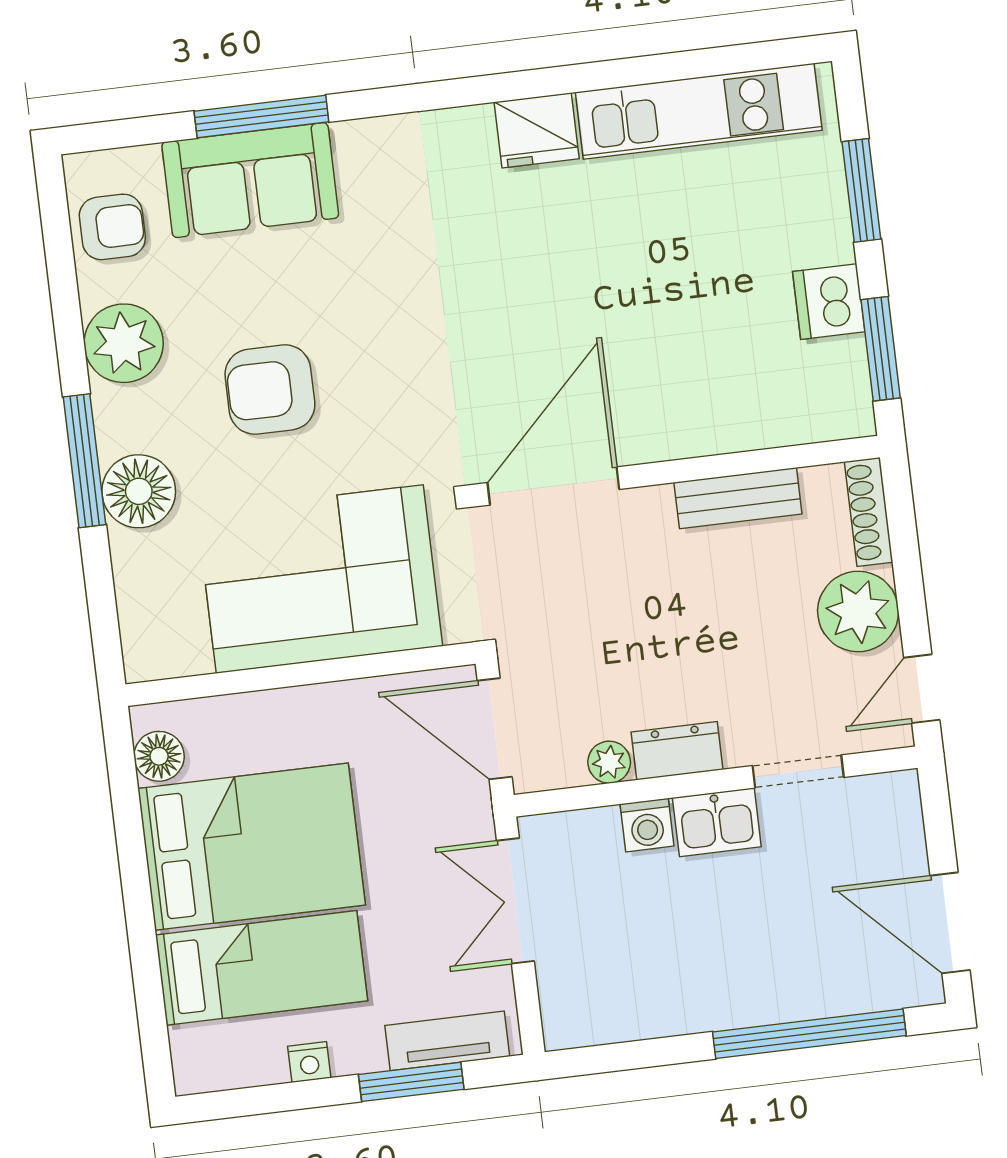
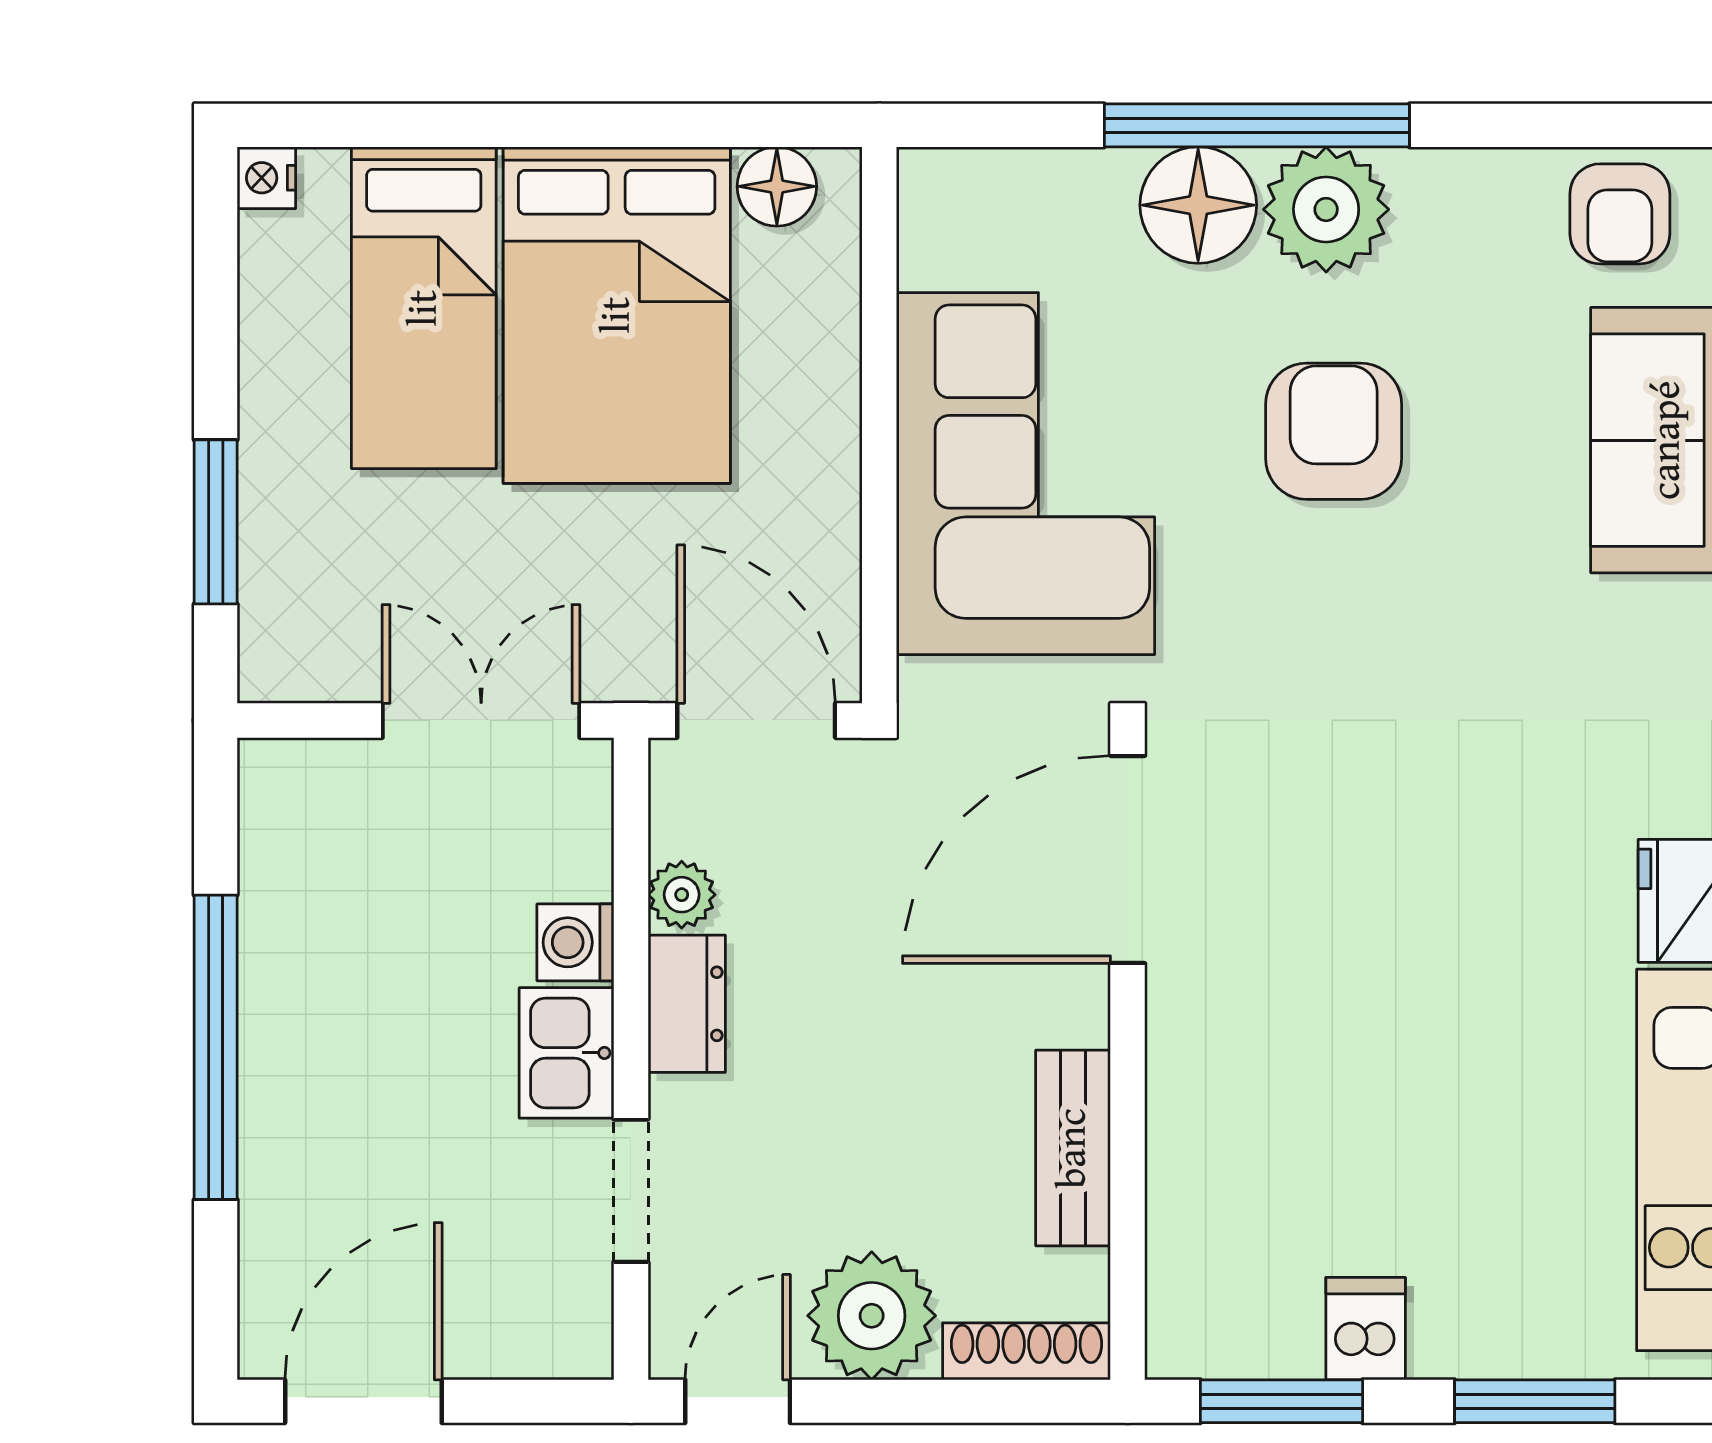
dishwasher: (829, 302) -> (1366, 1329), width x0.73
plant: (124, 343) -> (1326, 209), moved
window: (84, 461) -> (1257, 125), width x1.46
door: (553, 486) -> (1128, 860), swing flipped
door: (922, 689) -> (738, 1401), hinge flipped
door: (495, 729) -> (756, 720), hinge flipped
window: (809, 1034) -> (216, 1047), moved
tv unit: (447, 1041) -> (273, 586), removed
nightstand: (309, 1062) -> (266, 178), moved

